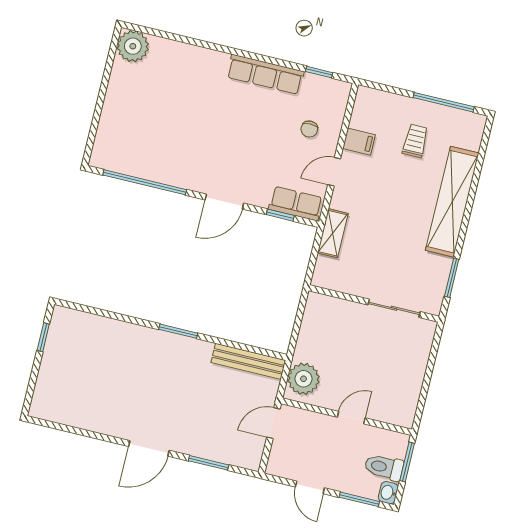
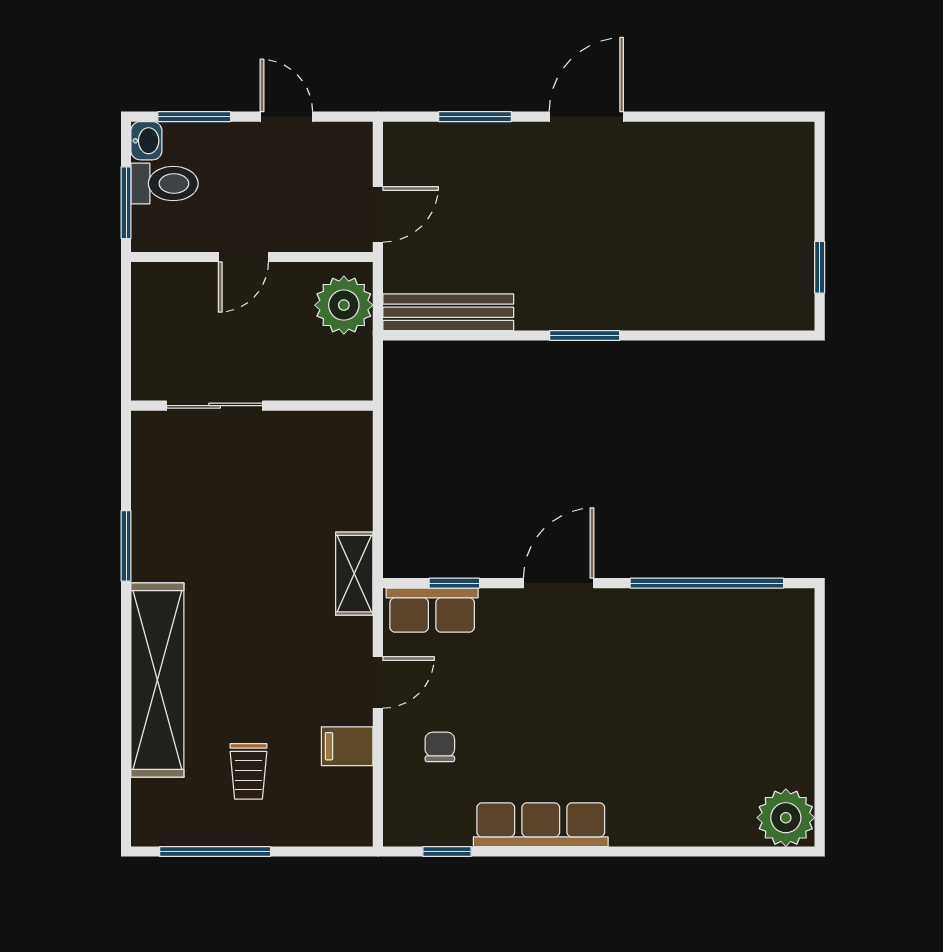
wall: (374, 303) -> (252, 406), moved
sliding door: (394, 308) -> (215, 406), moved

